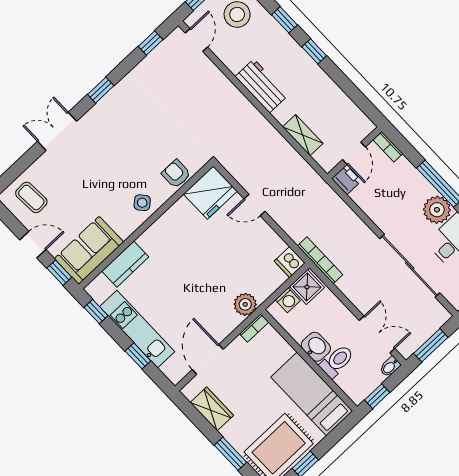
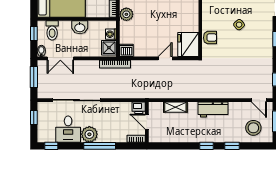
side table: (142, 203) -> (239, 25), moved
toilet: (337, 361) -> (52, 30), moved

